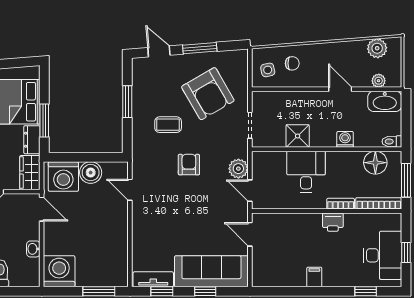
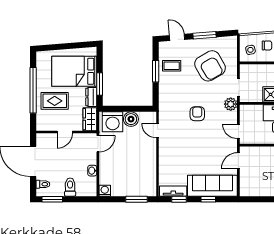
coffee table: (168, 125) -> (172, 66), moved
plant: (238, 169) -> (231, 104), moved
door: (42, 209) -> (98, 144), hinge flipped
door: (250, 234) -> (238, 161), hinge flipped
washing machine: (59, 271) -> (105, 191), width x0.53, depth x0.53

